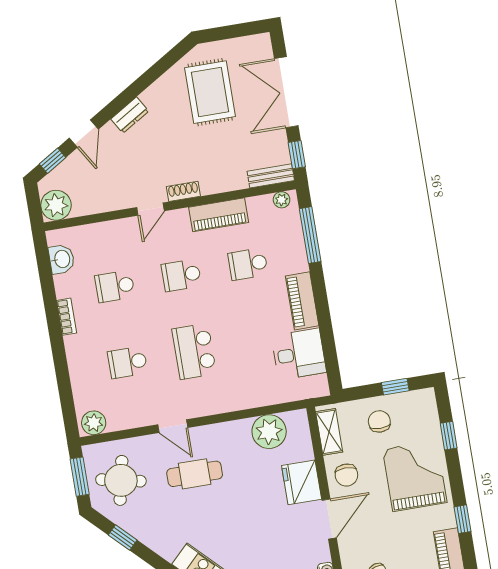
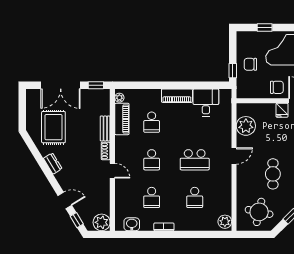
rug: (210, 92) -> (53, 127), turned 90
dresser: (130, 115) -> (53, 163), moved
bench: (271, 176) -> (105, 128), moved
piano: (219, 215) -> (122, 119), moved
window: (310, 235) -> (141, 85), removed
window: (395, 387) -> (233, 71), moved
door: (173, 426) -> (234, 156), moved
shelving: (329, 432) -> (252, 93), removed
cafe table: (195, 474) -> (273, 174), moved
window: (80, 477) -> (253, 234), removed
fridge: (302, 482) -> (282, 110), width x0.53, depth x0.75

